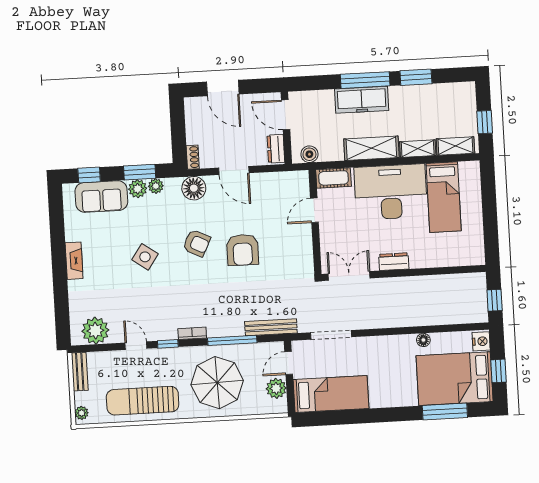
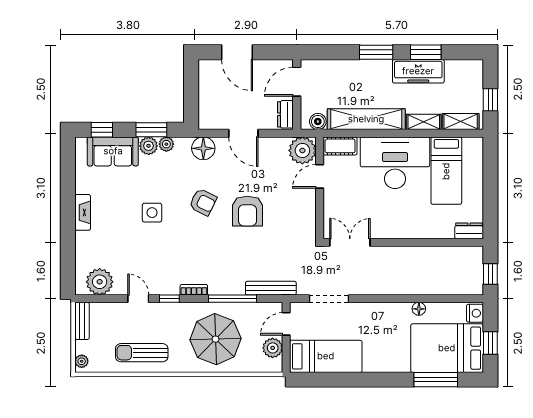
window: (365, 80) -> (376, 52), width x0.69
freezer: (362, 100) -> (418, 71), moved
door: (286, 115) -> (297, 82), hinge flipped
shelving: (371, 148) -> (366, 119), width x1.47
shoe rack: (193, 157) -> (204, 118), removed
plant: (295, 185) -> (302, 150), added
side table: (145, 257) -> (152, 213), turned -35
dresser: (394, 262) -> (469, 231), moved
sun lounger: (143, 401) -> (142, 353), width x0.73, depth x0.75

